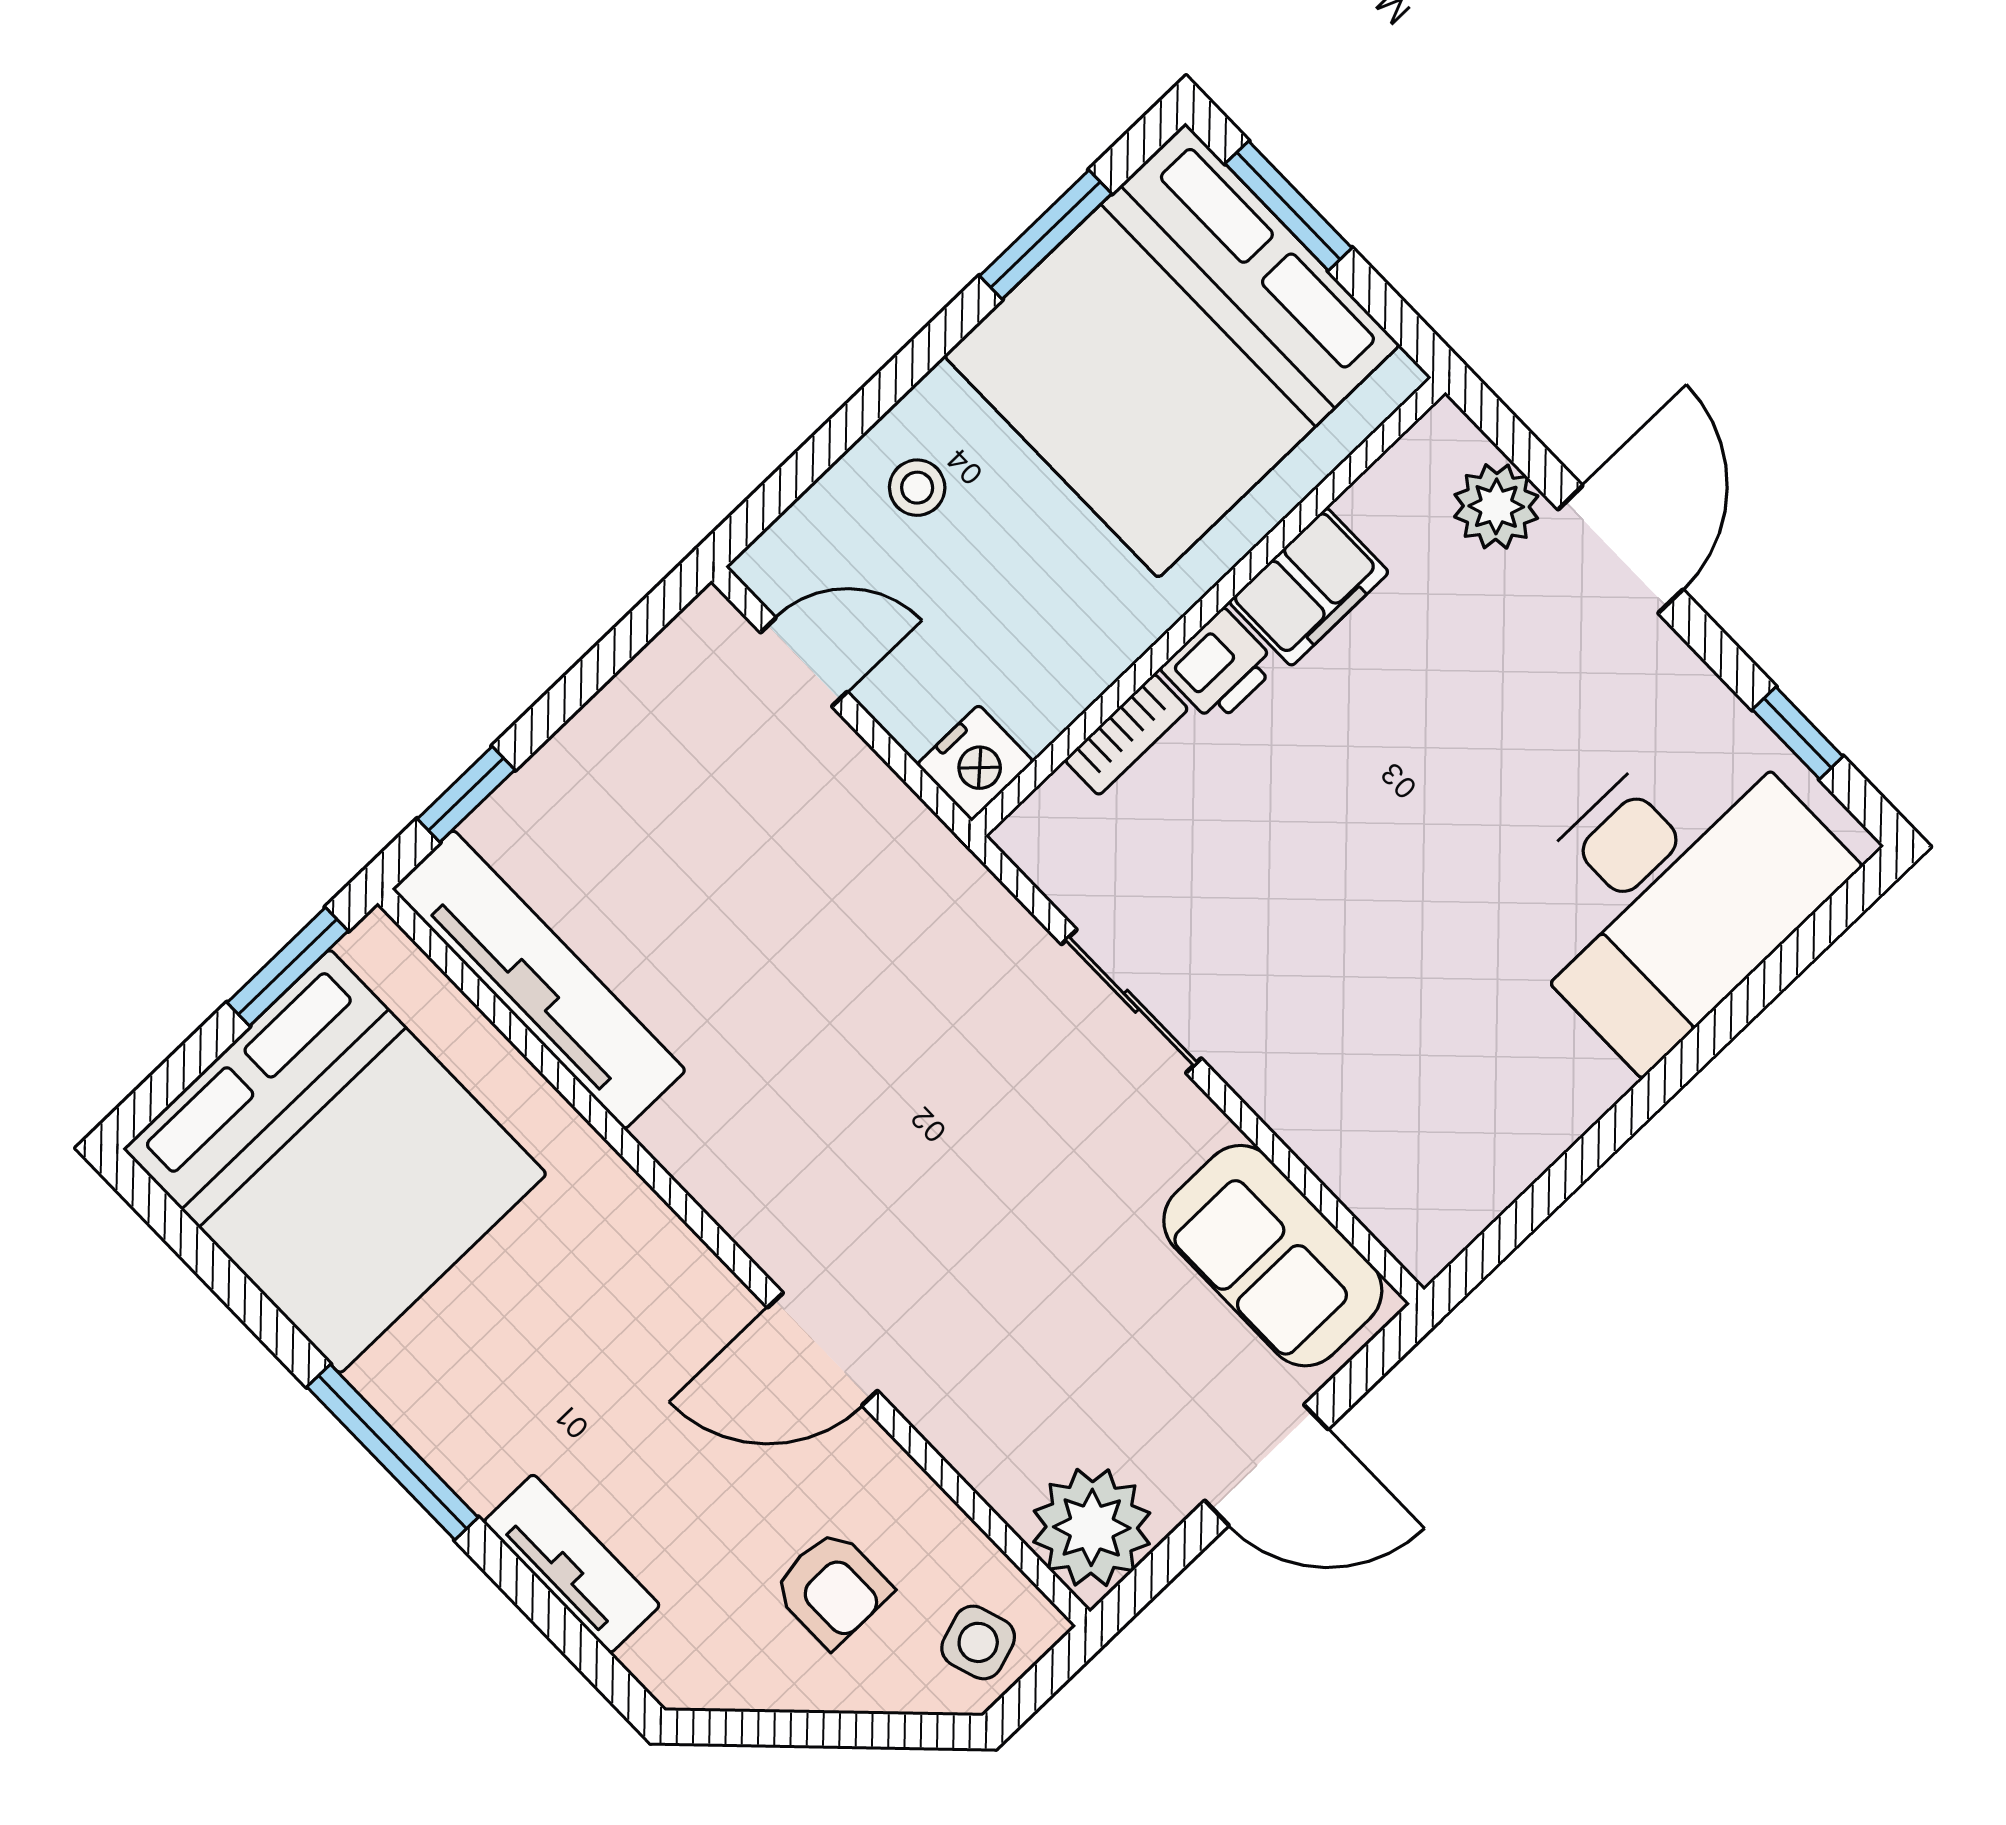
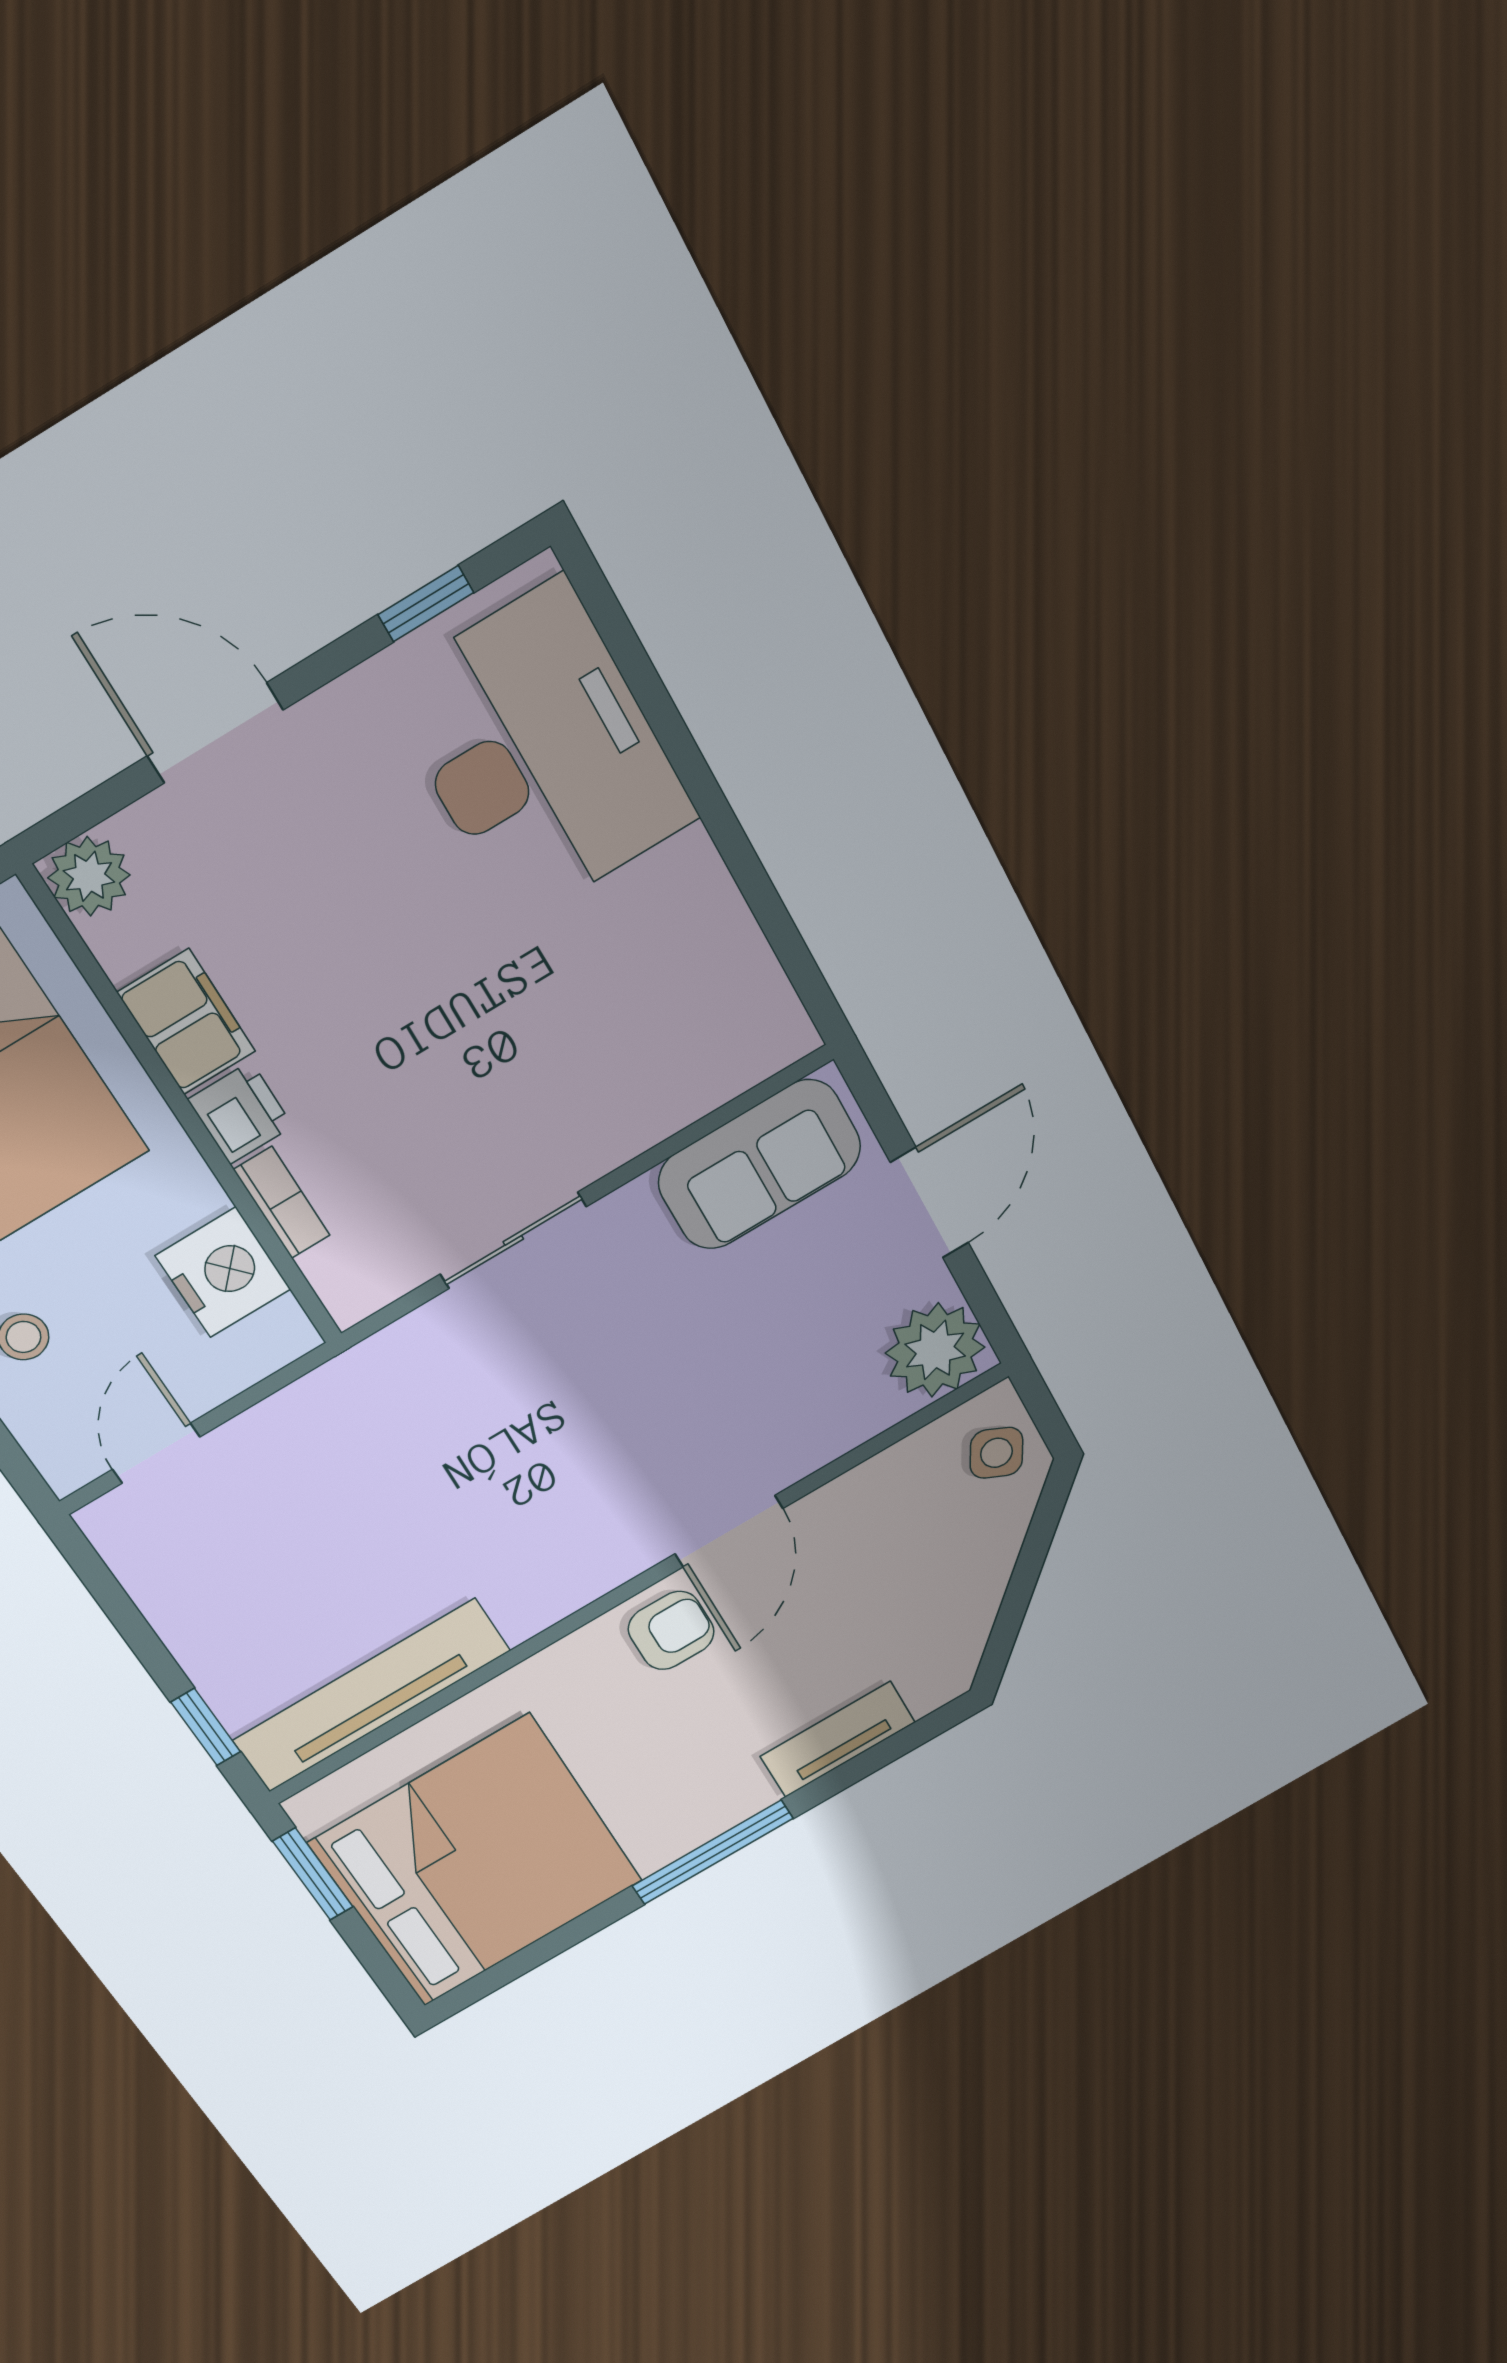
plant: (1496, 506) -> (89, 876), moved
nightstand: (975, 763) -> (223, 1272), moved, width x1.36, depth x1.33
armchair: (832, 1589) -> (671, 1630), moved
side table: (978, 1642) -> (996, 1453), turned 45

